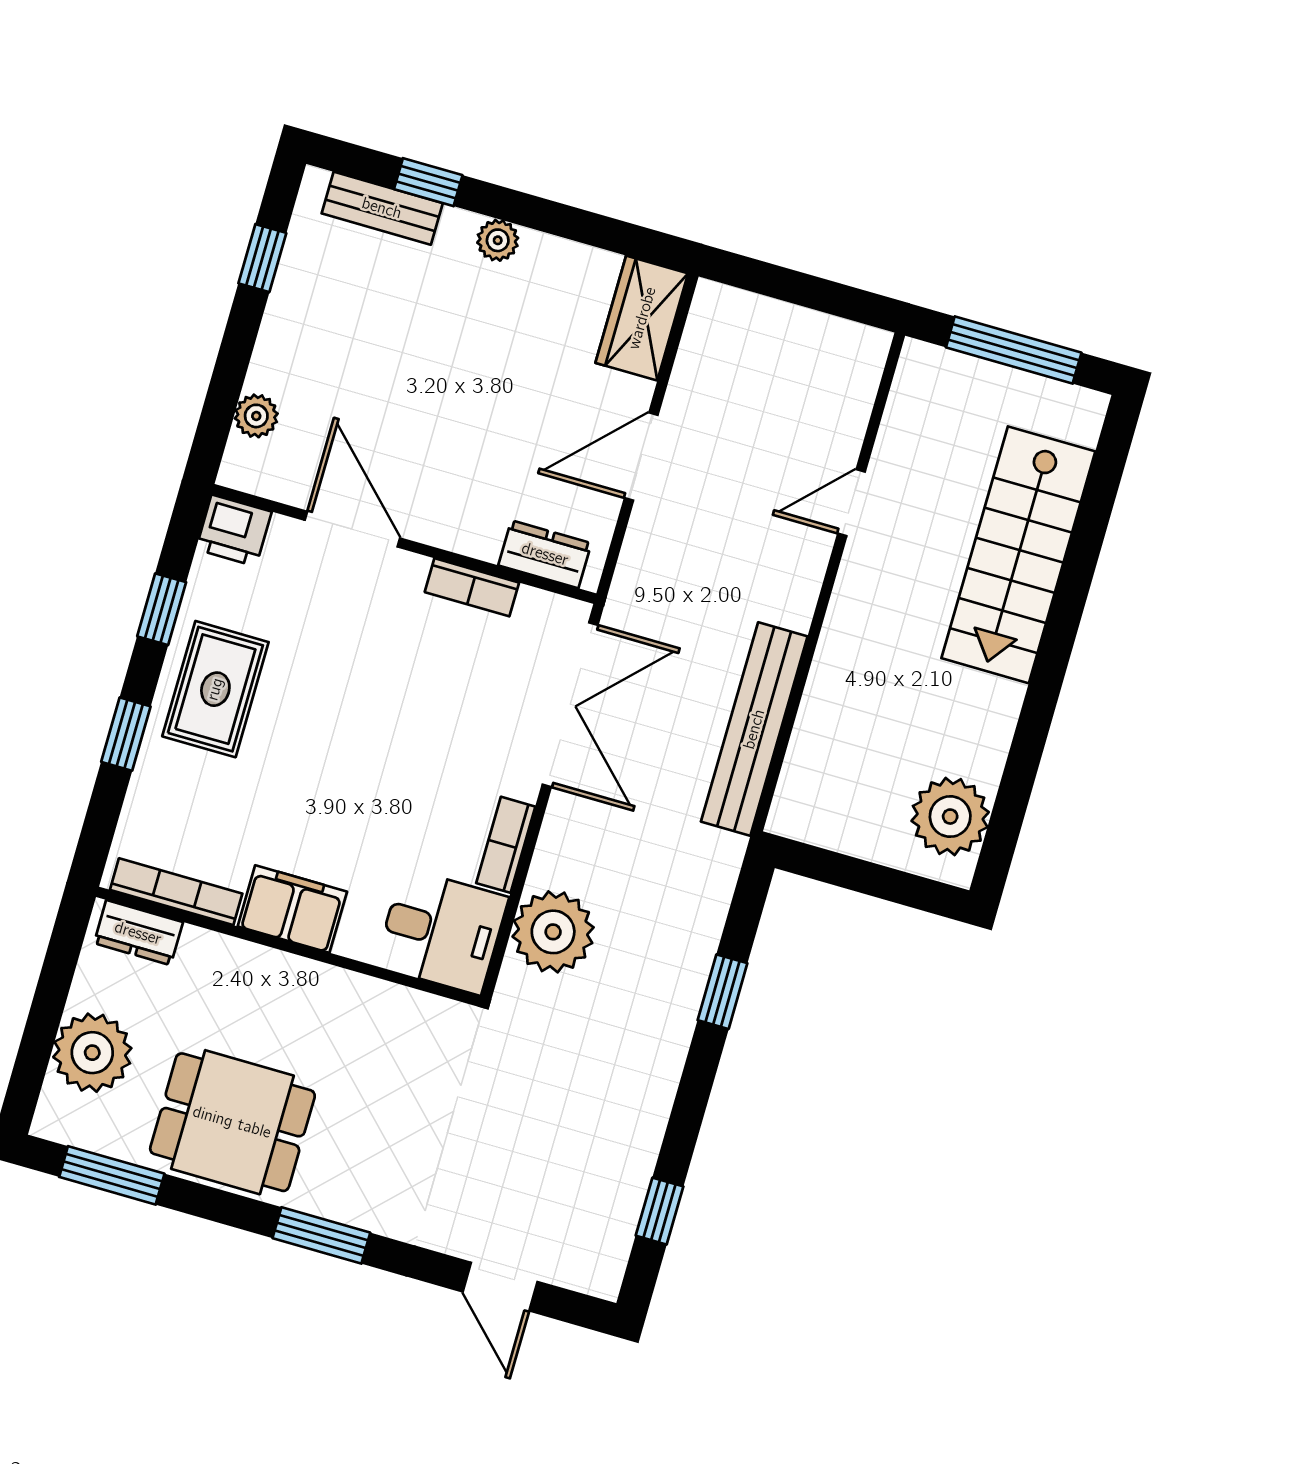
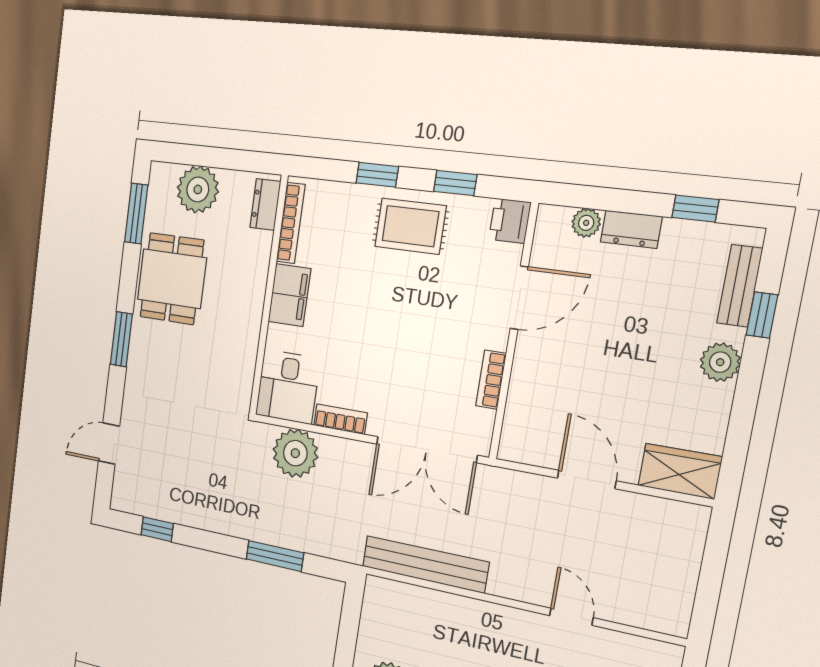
plant: (498, 240) -> (720, 362), width x1.38, depth x1.38
dresser: (545, 554) -> (631, 229), moved, turned 90
window: (722, 992) -> (275, 556), width x1.50

